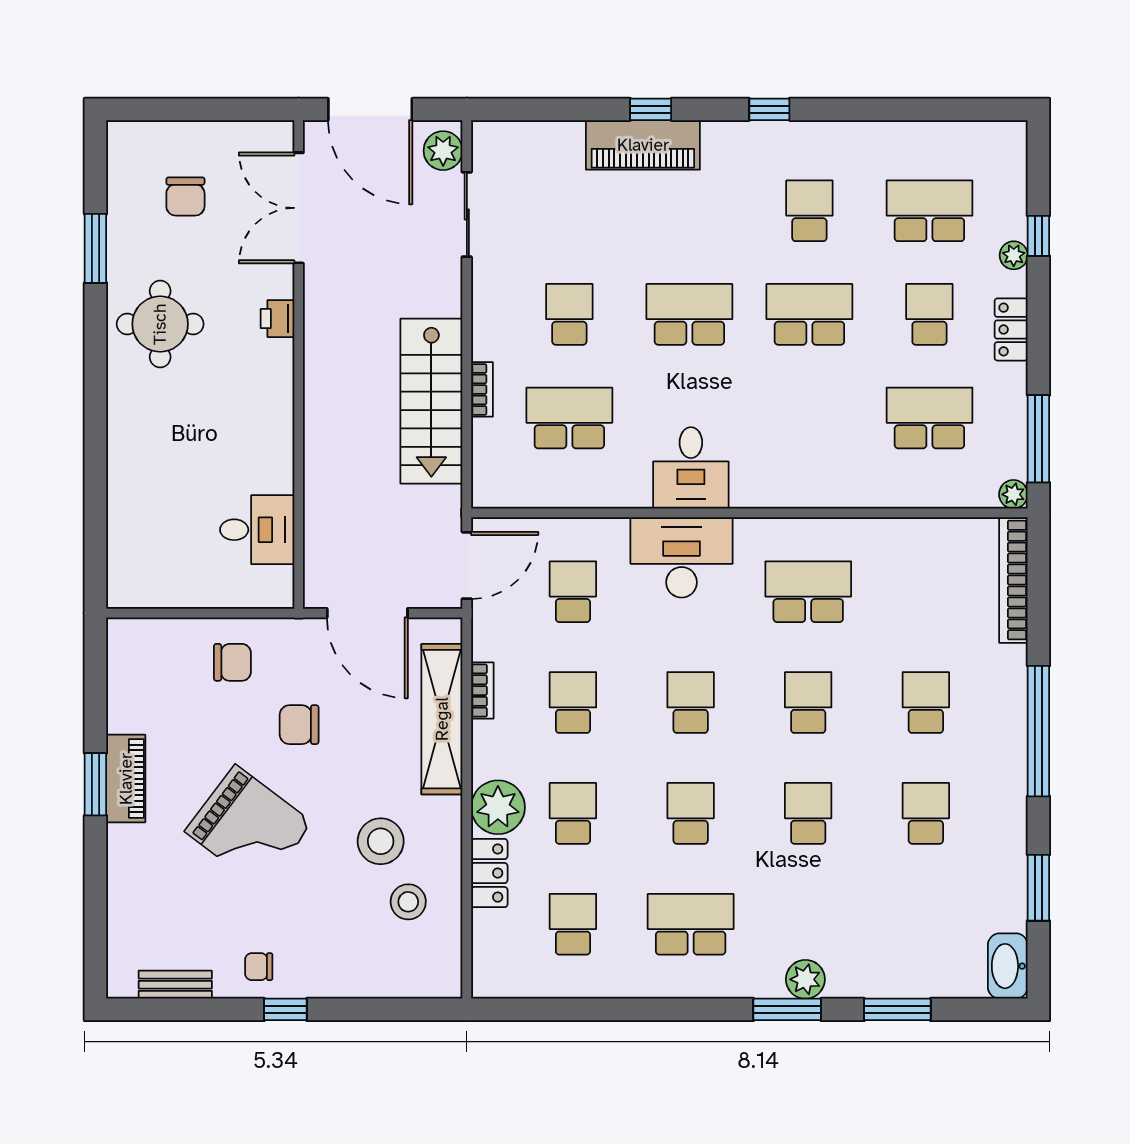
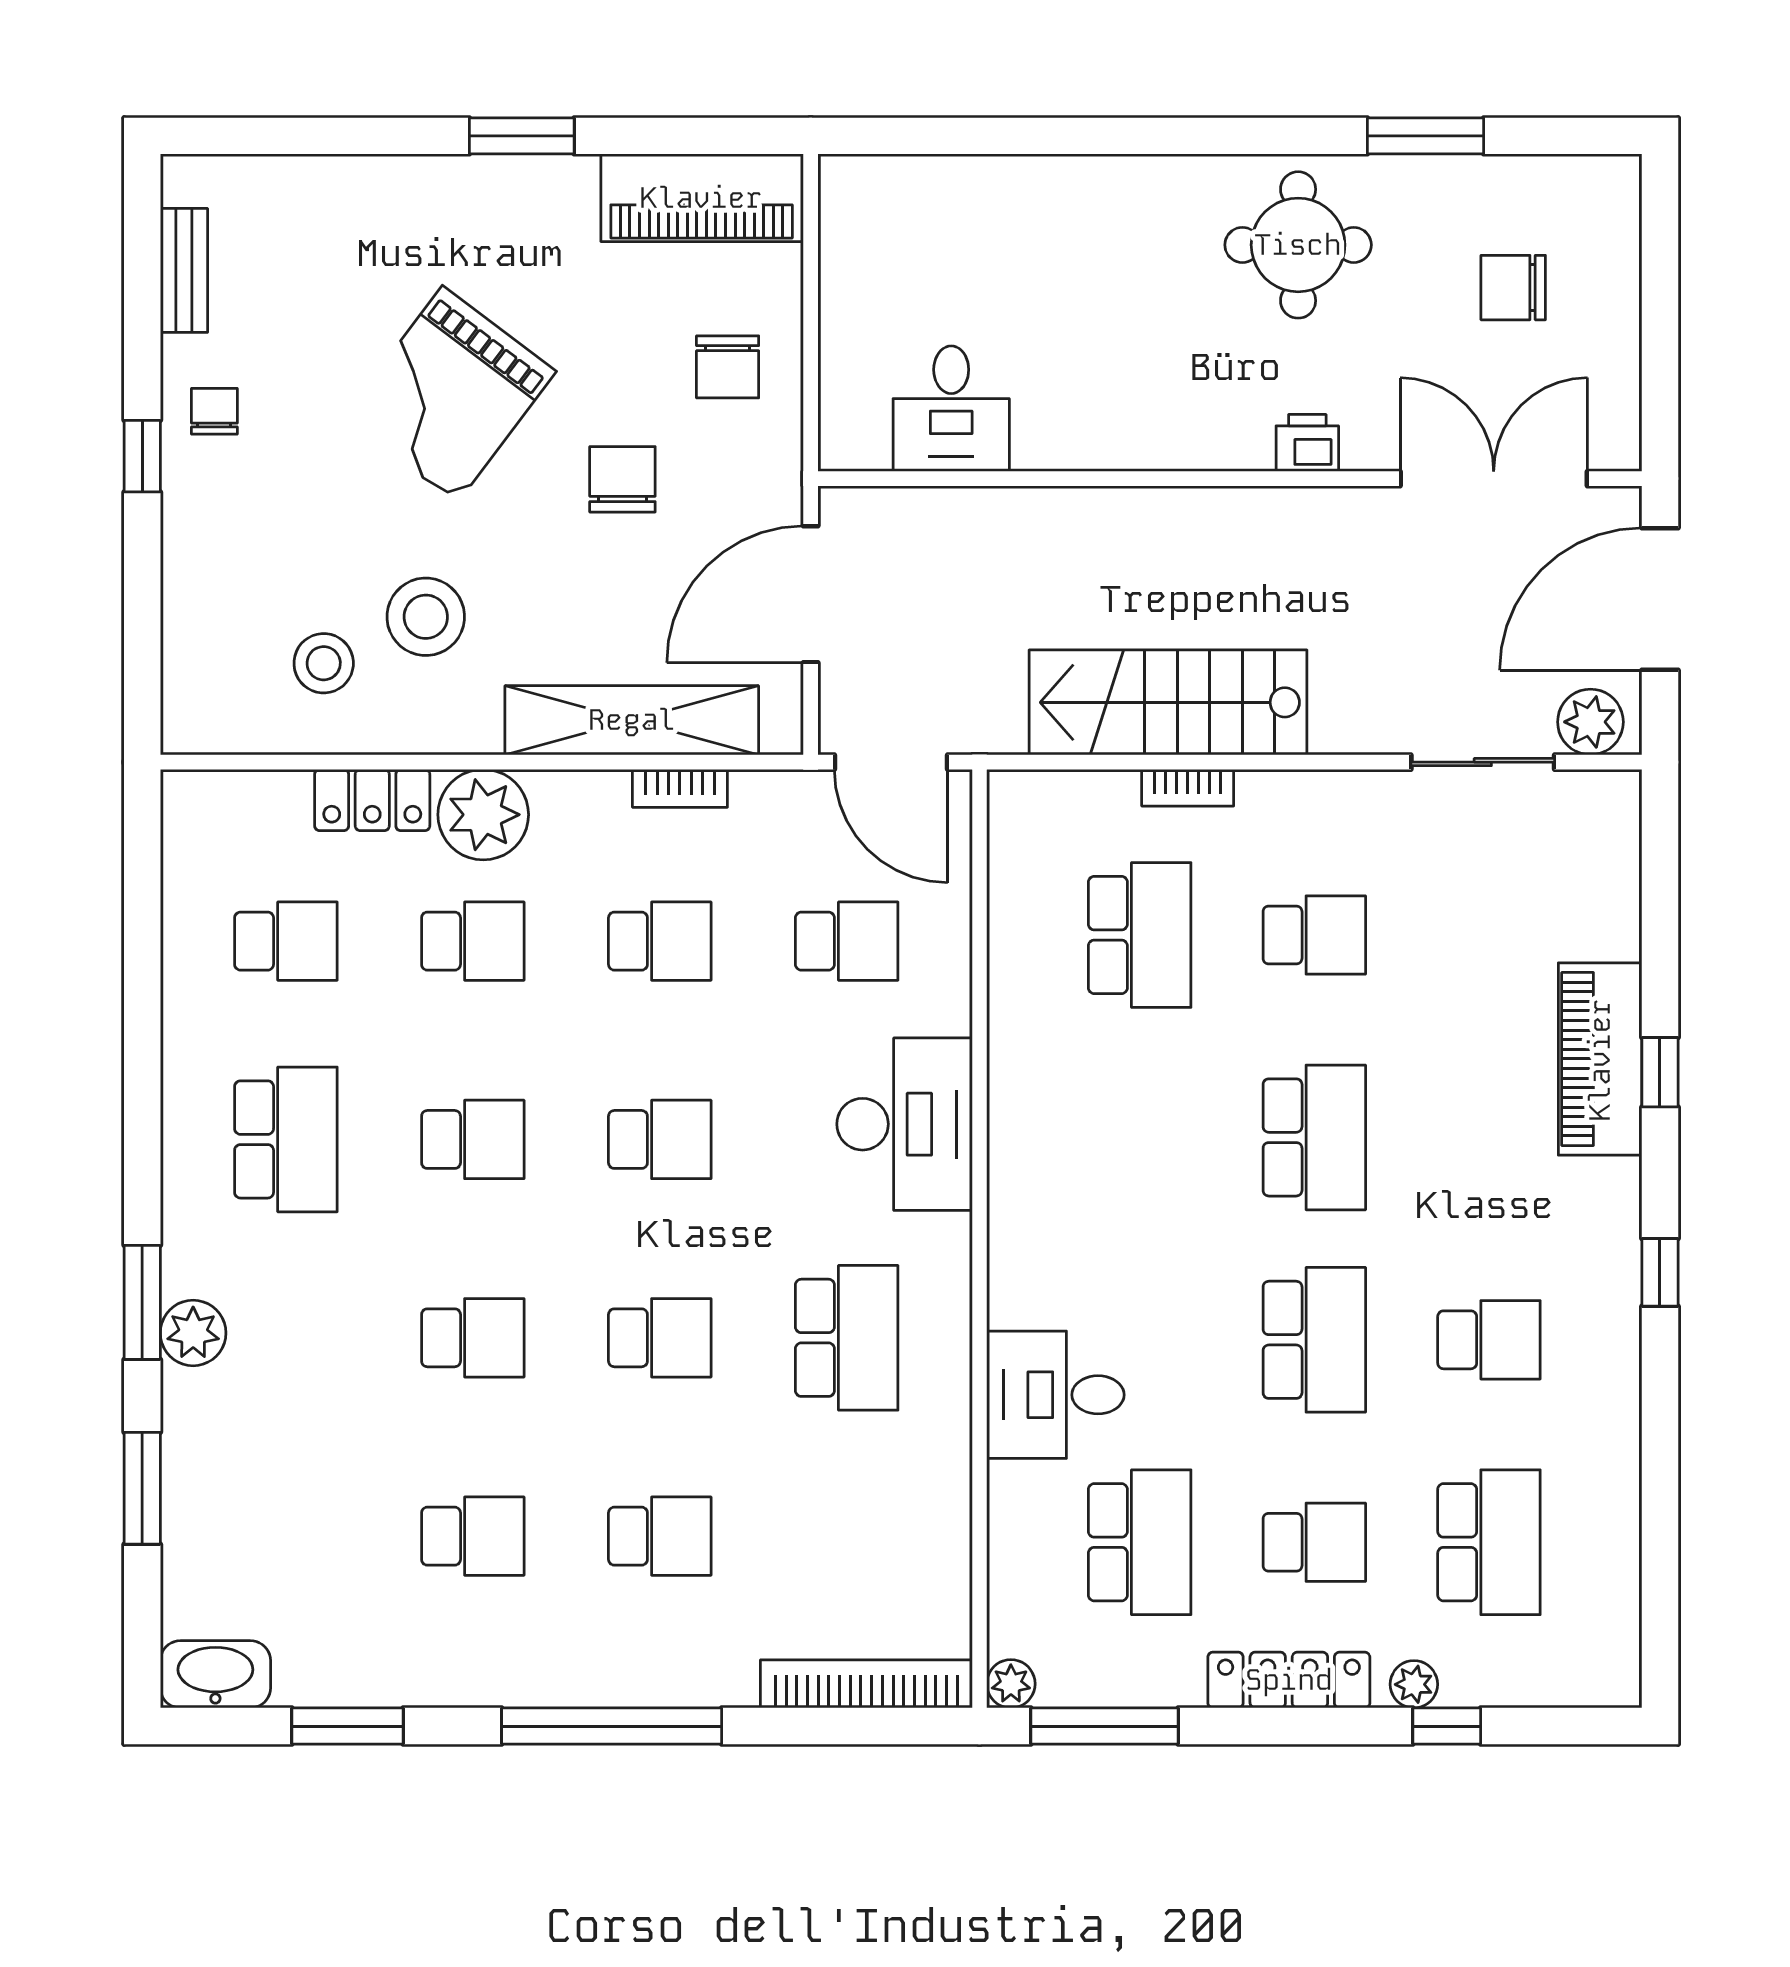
locker: (1011, 329) -> (1289, 1680), width x1.53
desk: (691, 468) -> (1055, 1395), moved
piano: (126, 779) -> (702, 198), moved, width x1.37, depth x1.33

